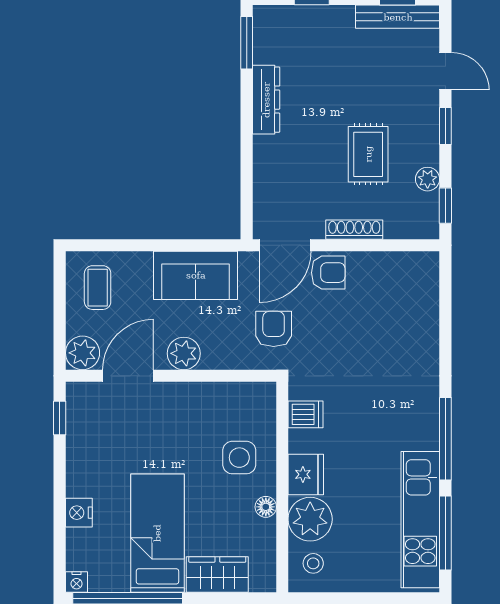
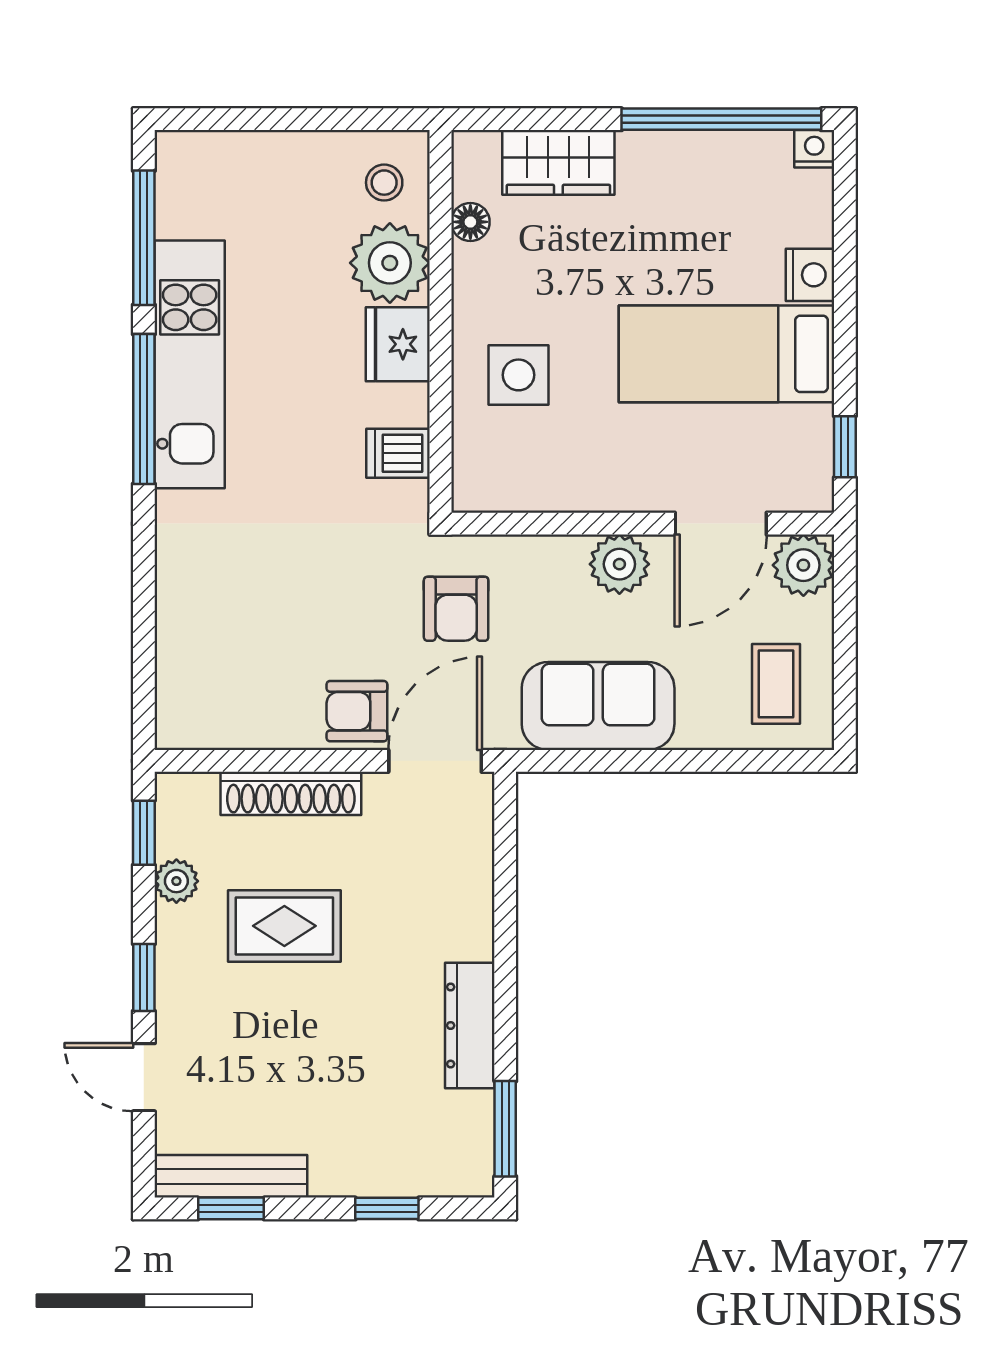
rug: (368, 154) -> (284, 926), turned 90
shoe rack: (354, 230) -> (291, 793), width x1.36, depth x1.24
floor lamp: (266, 507) -> (470, 222), moved
kitchen unit: (420, 520) -> (190, 364), moved
bed: (157, 533) -> (726, 354), moved, turned 90

